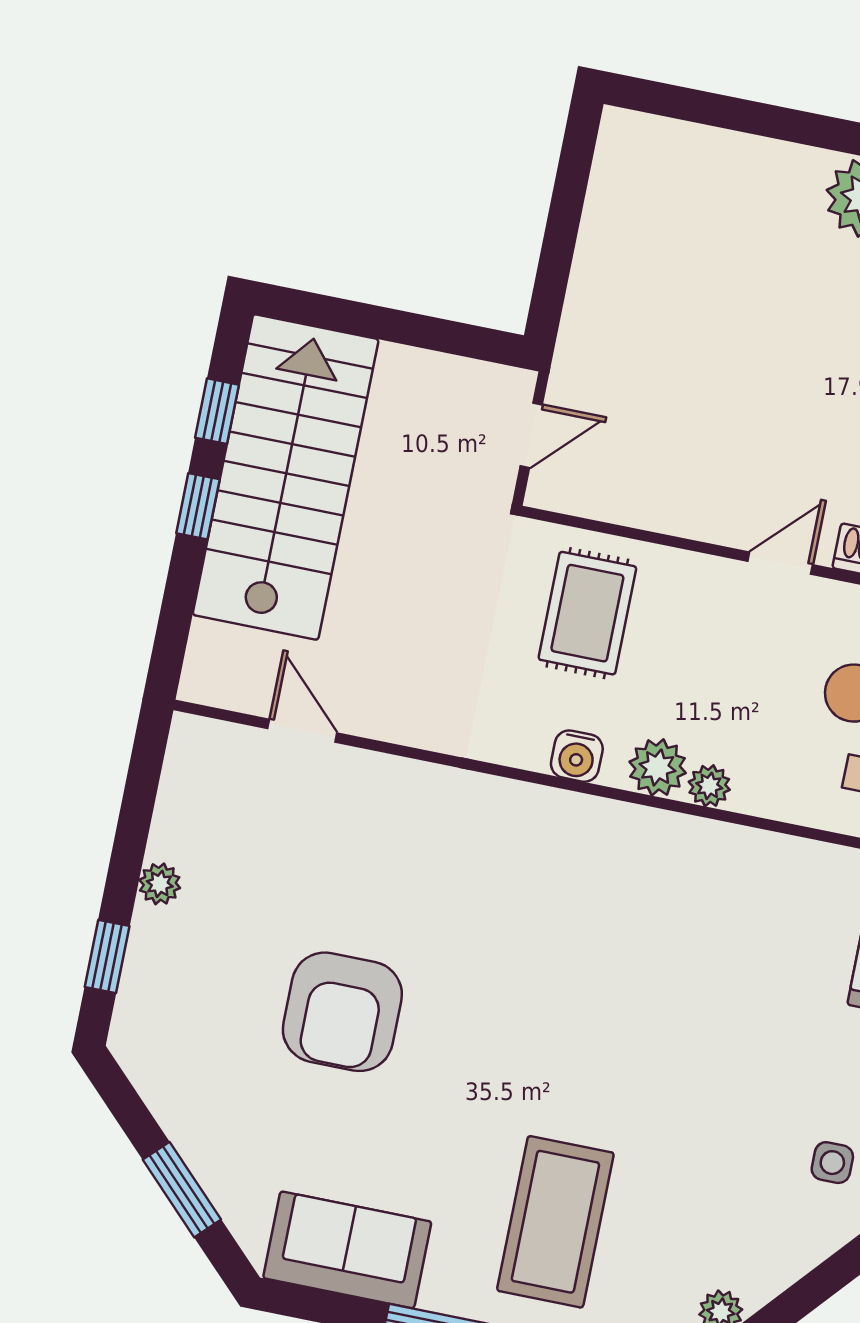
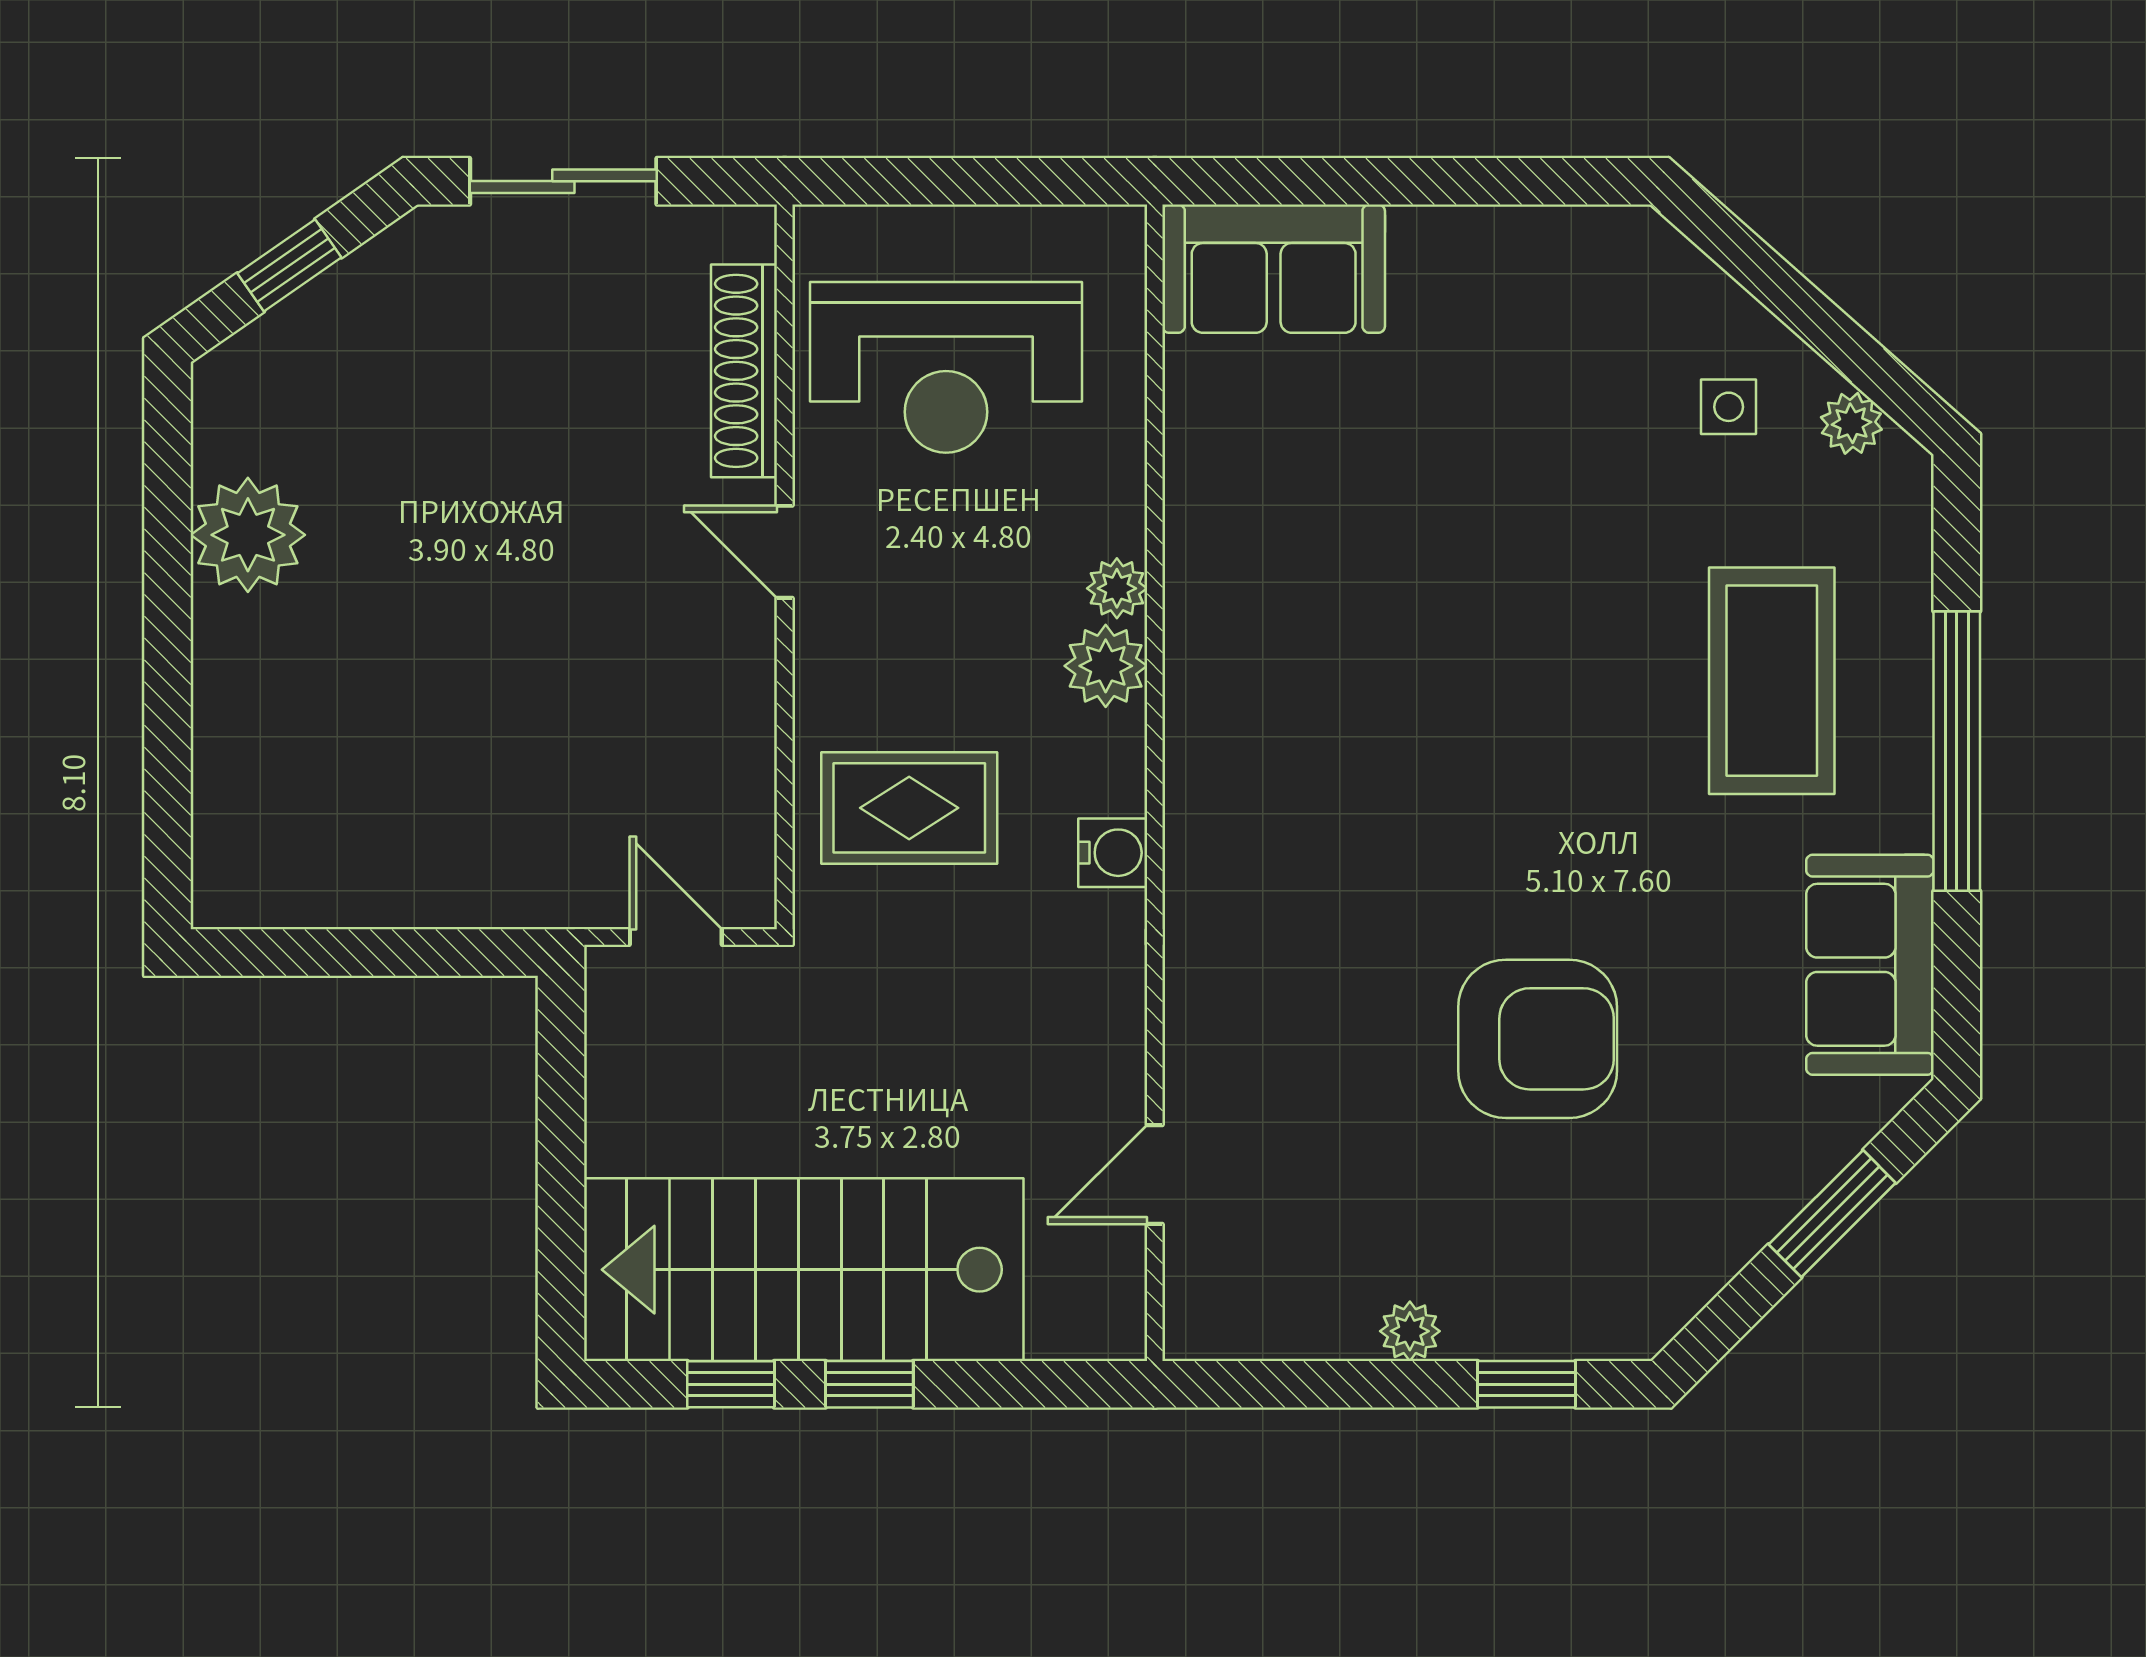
water cooler: (577, 756) -> (1113, 853), moved
side table: (832, 1163) -> (1729, 407), moved
coffee table: (555, 1222) -> (1772, 681), turned 90

